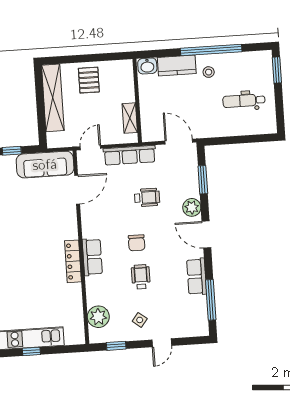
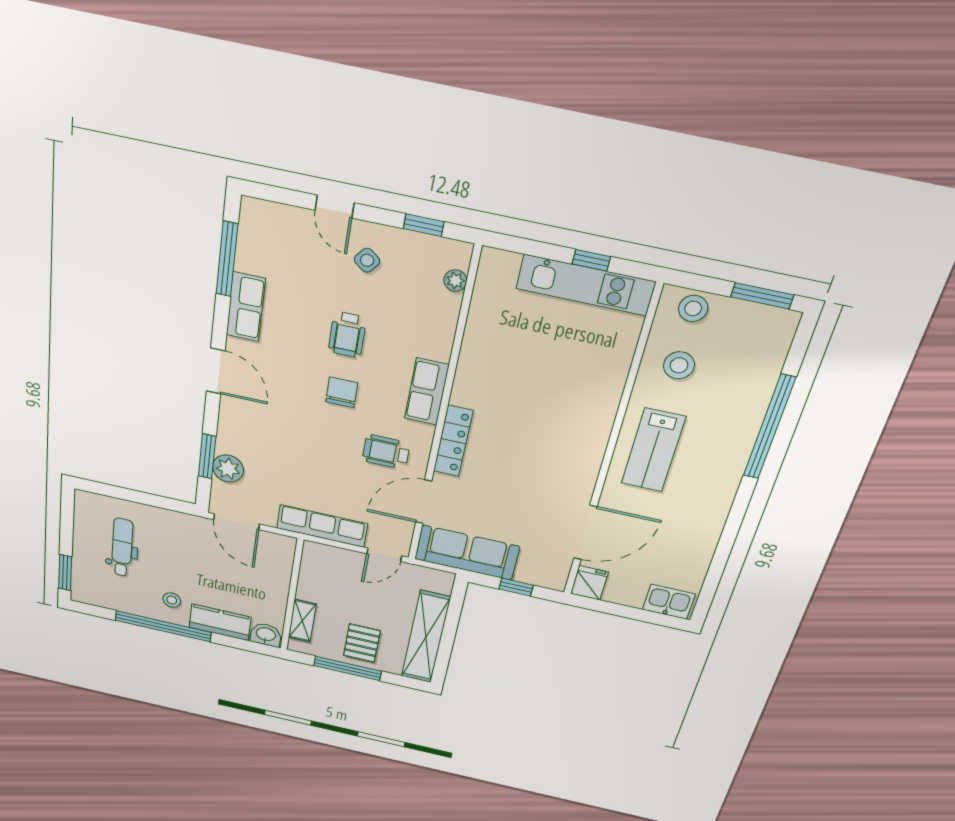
window: (93, 58) -> (348, 668), added
dental chair: (244, 101) -> (122, 547), turned -90
shelving: (130, 118) -> (302, 621), moved
wheelchair: (147, 197) -> (386, 452), moved
plant: (192, 207) -> (228, 469), moved
locker: (73, 261) -> (453, 441), moved
plant: (98, 317) -> (455, 281), width x0.53, depth x0.53
door: (162, 343) -> (335, 207), swing flipped

